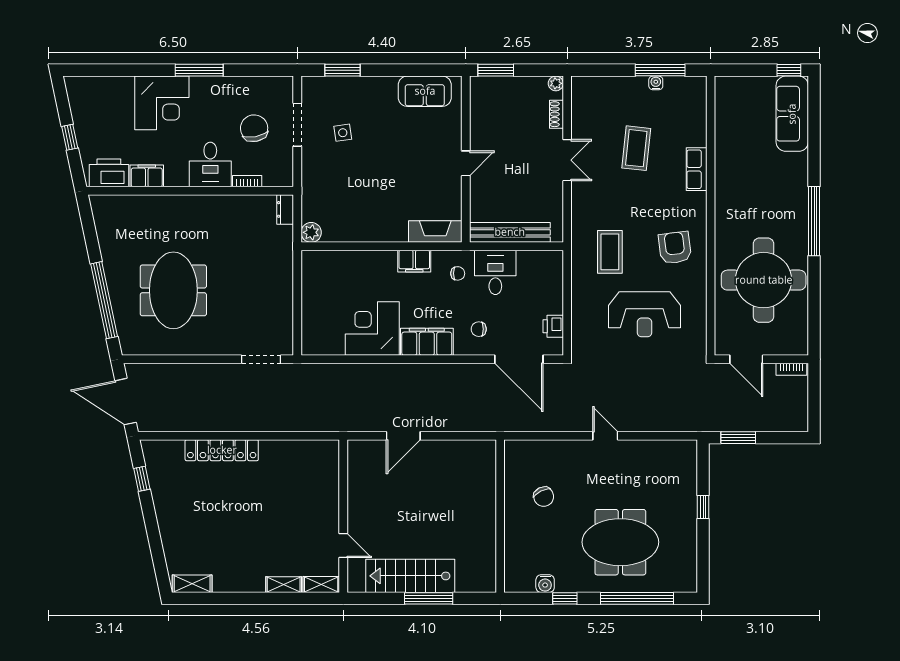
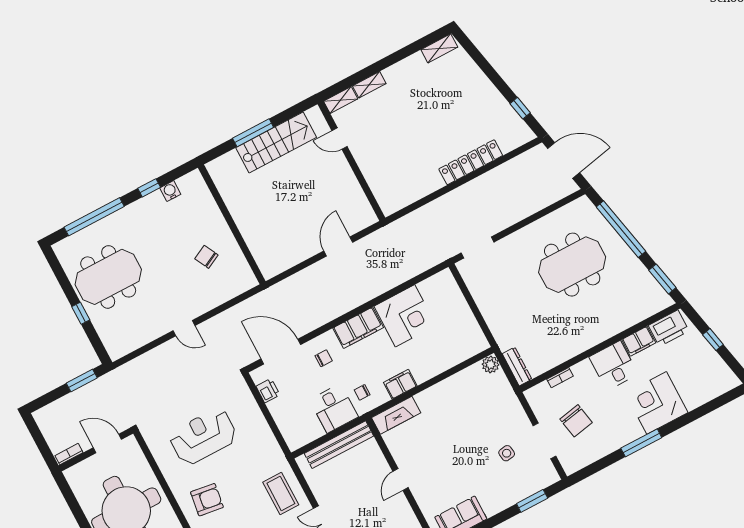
desk: (210, 165) -> (614, 366), moved
dresser: (285, 209) -> (517, 366), width x1.44
window: (89, 227) -> (662, 279), added
armchair: (675, 248) -> (207, 500), turned -75
coffee table: (610, 252) -> (281, 493), moved
meeting table: (173, 290) -> (572, 265), turned 90
meeting table: (620, 542) -> (108, 277), moved

